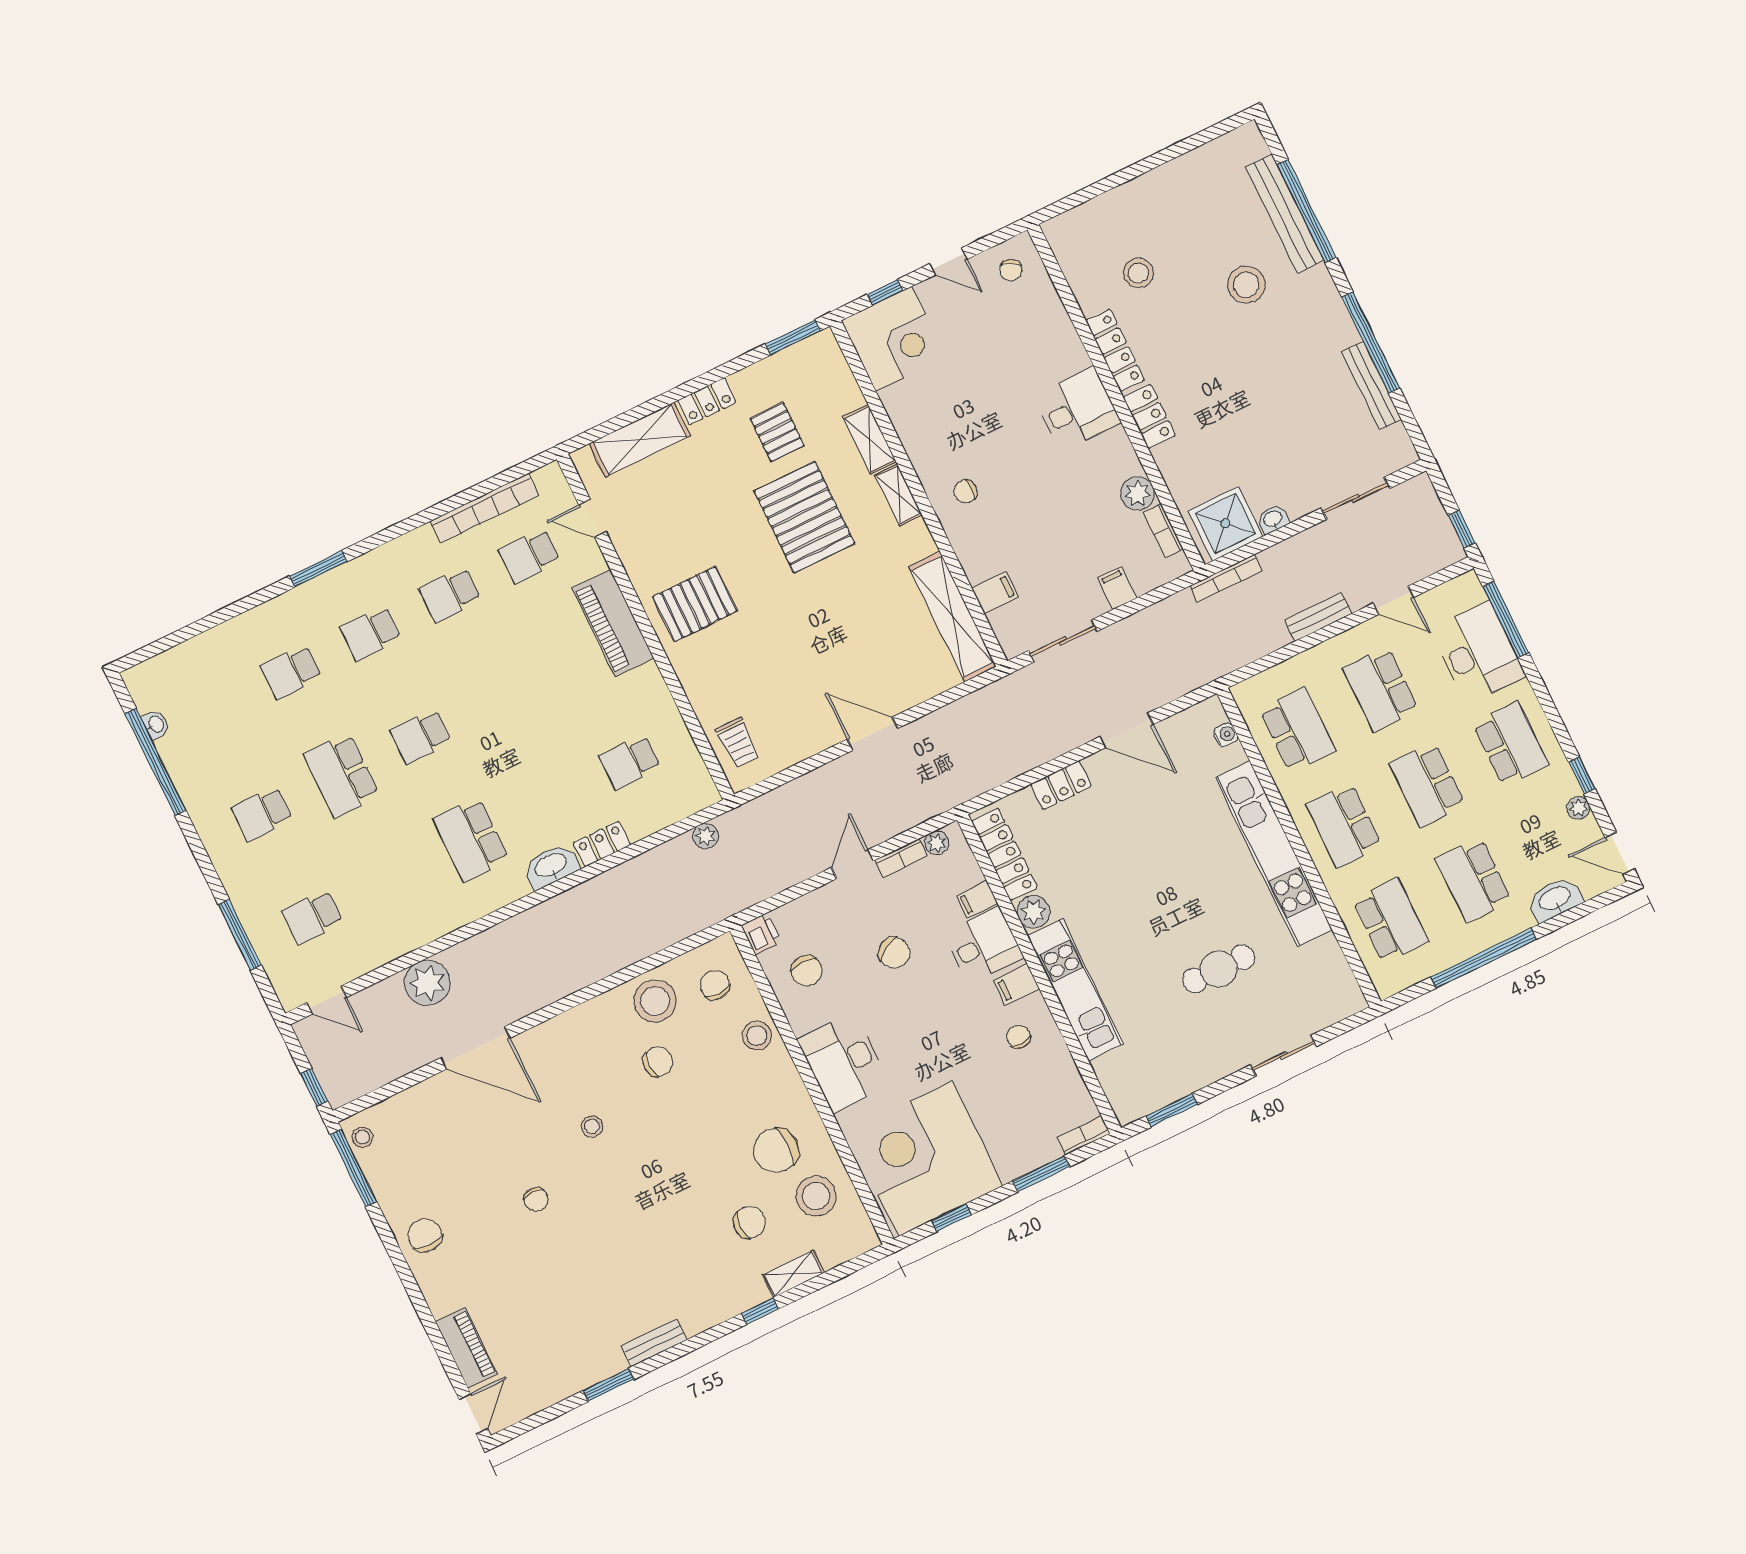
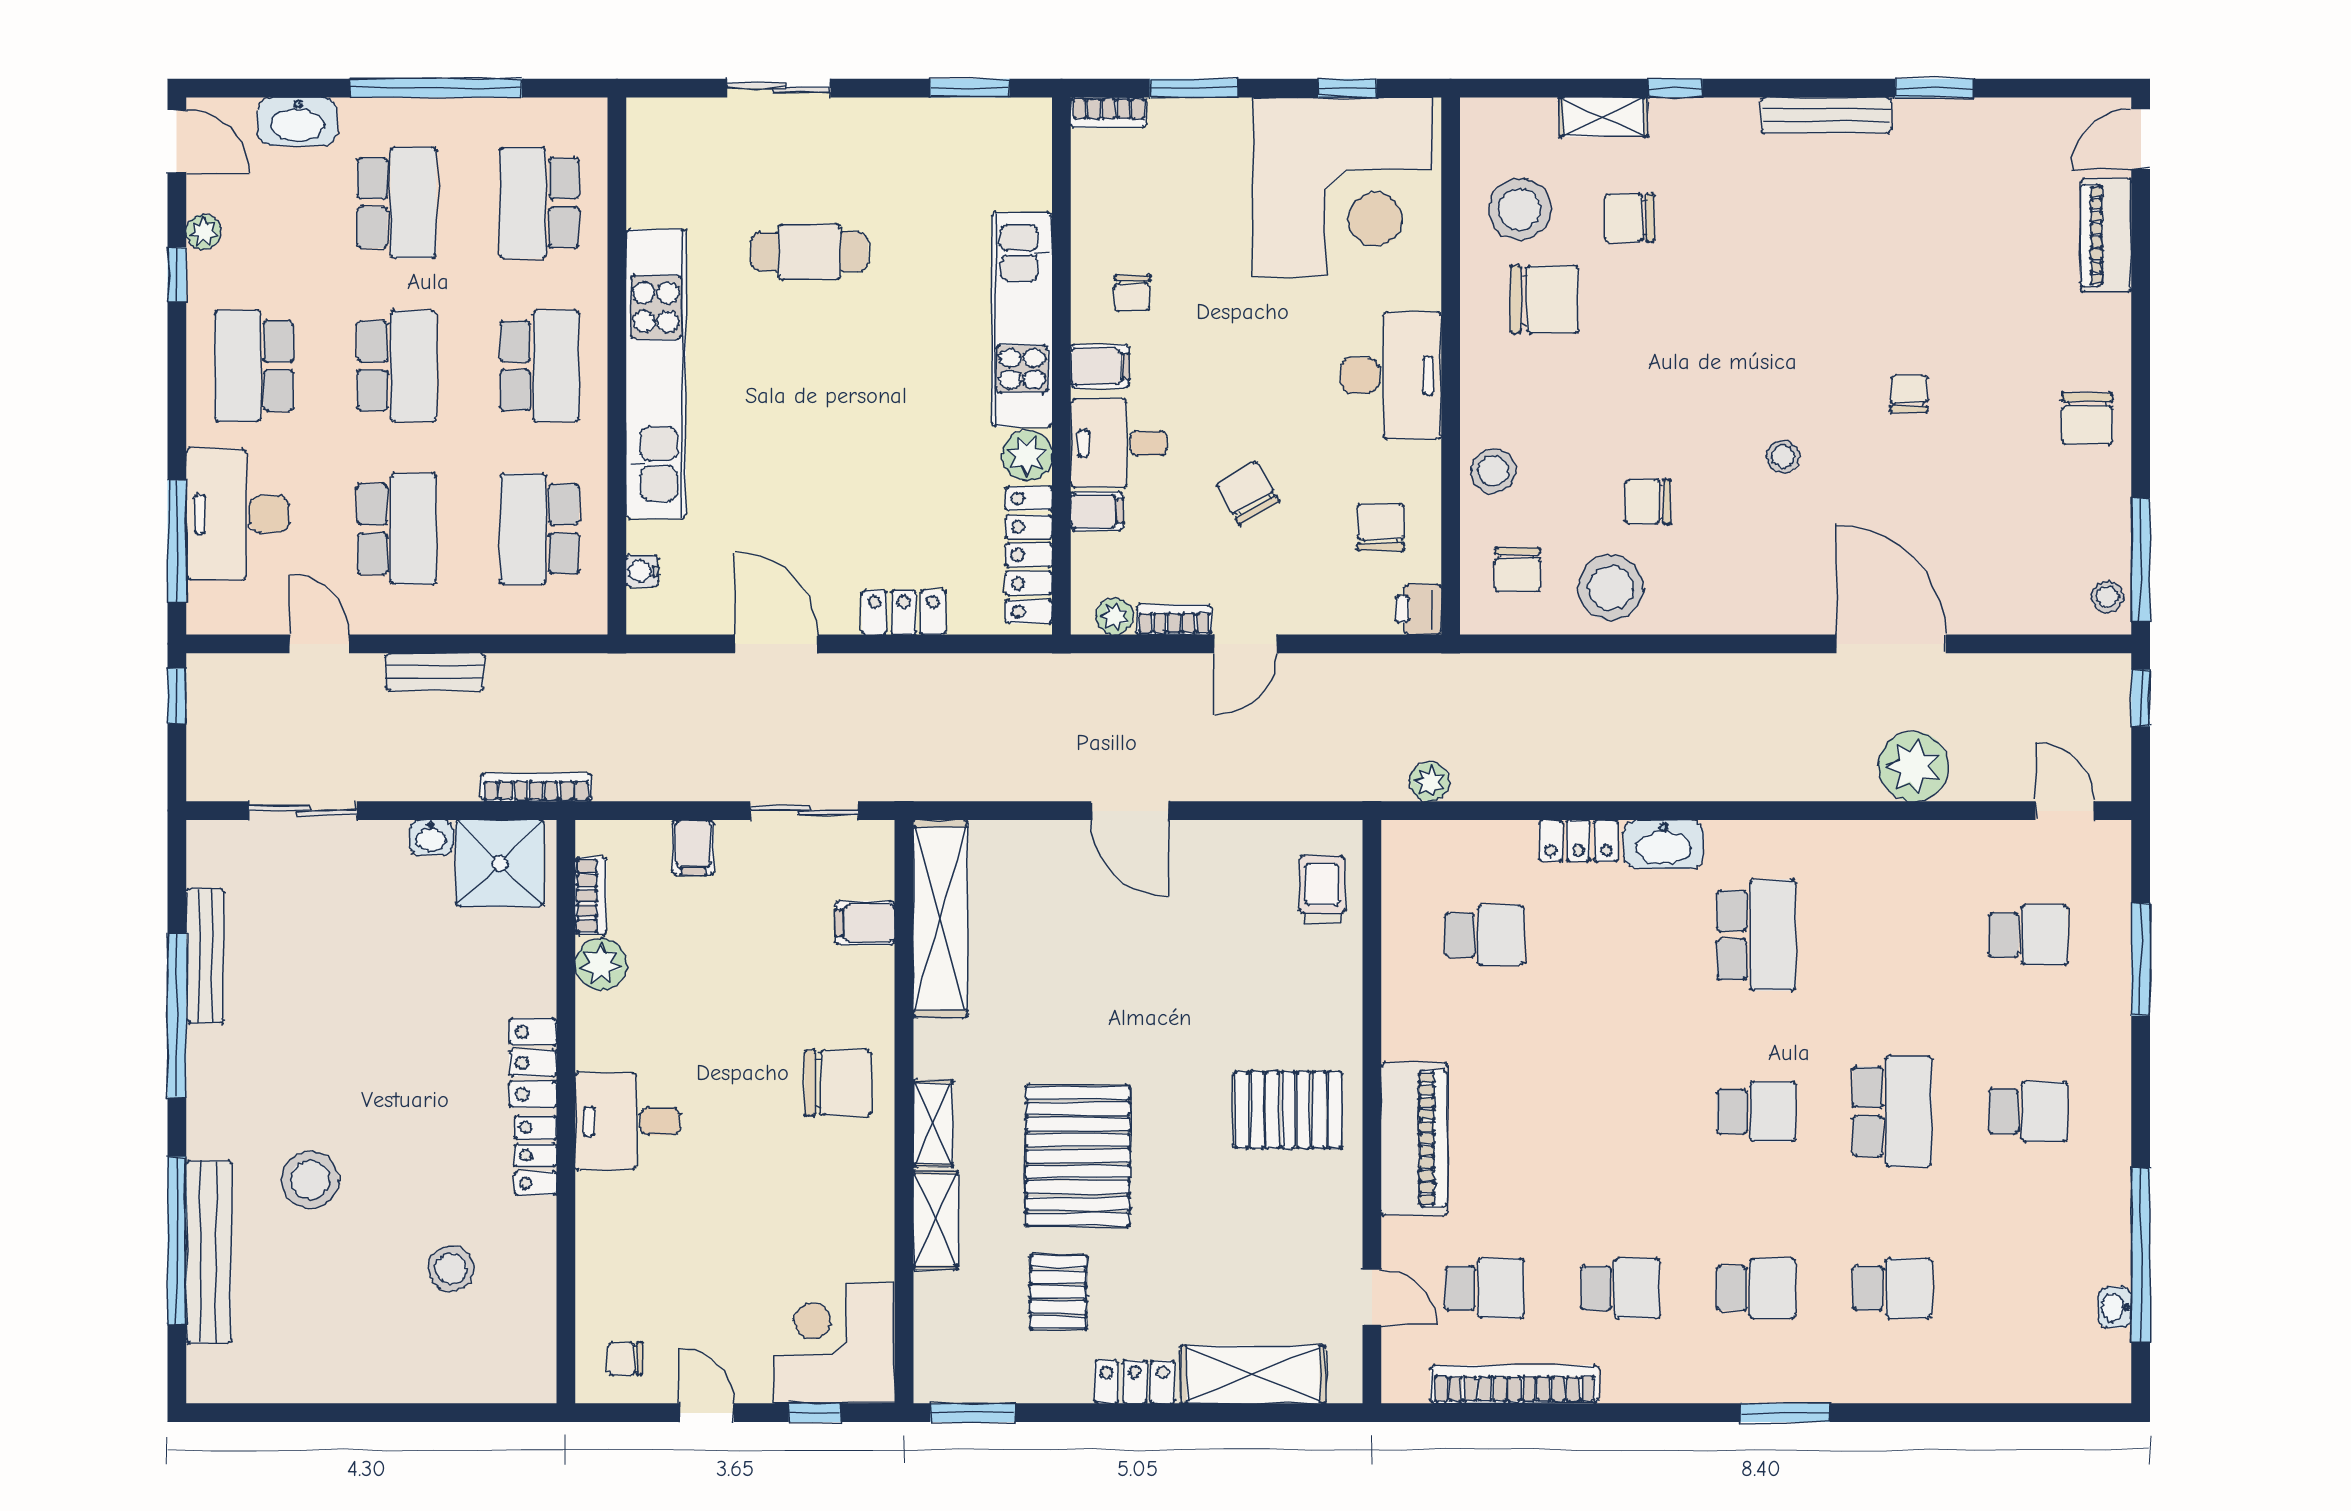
chair: (1011, 270) -> (626, 1359), turned -115
locker: (1115, 350) -> (536, 1155), width x0.66
chair: (966, 492) -> (838, 1083), width x1.87, depth x1.87
bench: (654, 1343) -> (1826, 115), width x1.36

